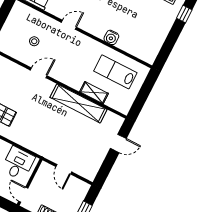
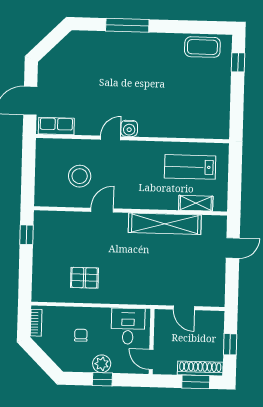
water cooler: (111, 37) -> (129, 128), moved
stool: (34, 41) -> (80, 176), width x1.89, depth x1.89
shelving: (94, 93) -> (196, 203), moved

